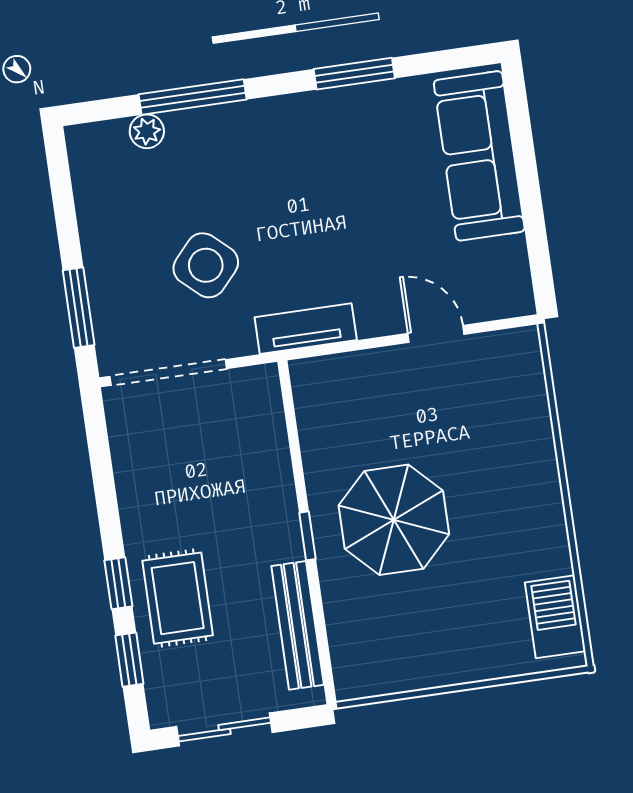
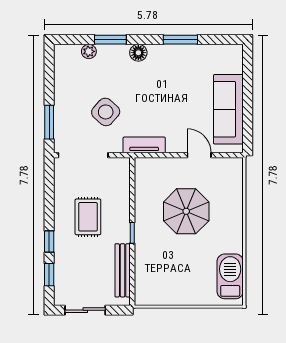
window: (193, 97) -> (110, 40), width x0.69
floor lamp: (262, 118) -> (138, 53), added
sofa: (479, 156) -> (228, 109), moved
parasol: (394, 520) -> (186, 211), moved
rug: (178, 598) -> (88, 217), moved
barbecue: (555, 617) -> (230, 276), width x1.37, depth x1.21

